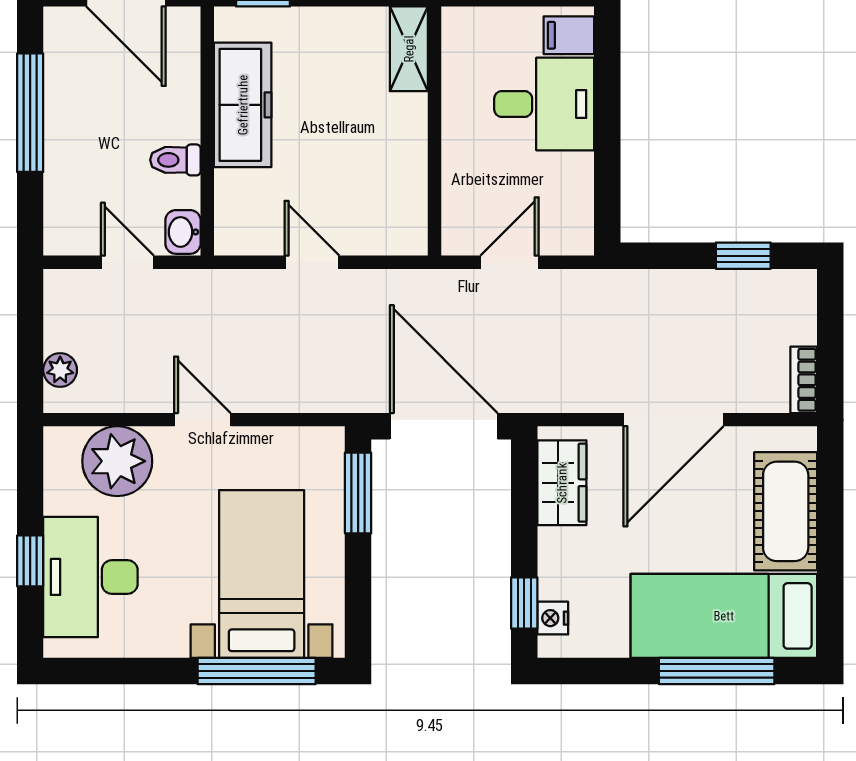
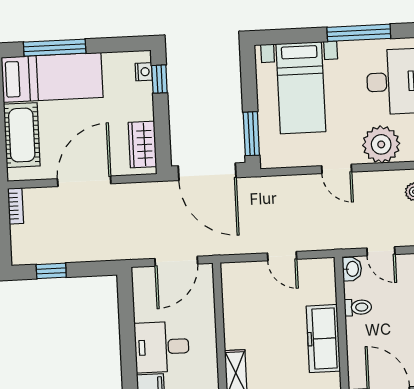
door: (509, 262) -> (176, 261), width x1.38
window: (257, 671) -> (359, 33), moved

